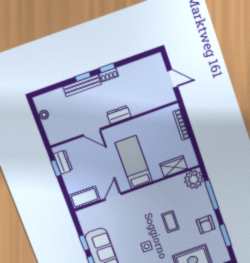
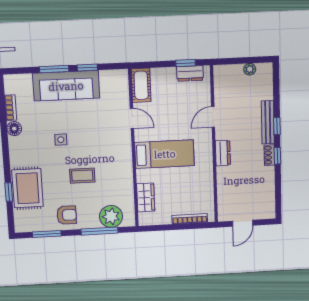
plant: (194, 179) -> (111, 216), moved
armchair: (206, 224) -> (67, 215), turned 180

